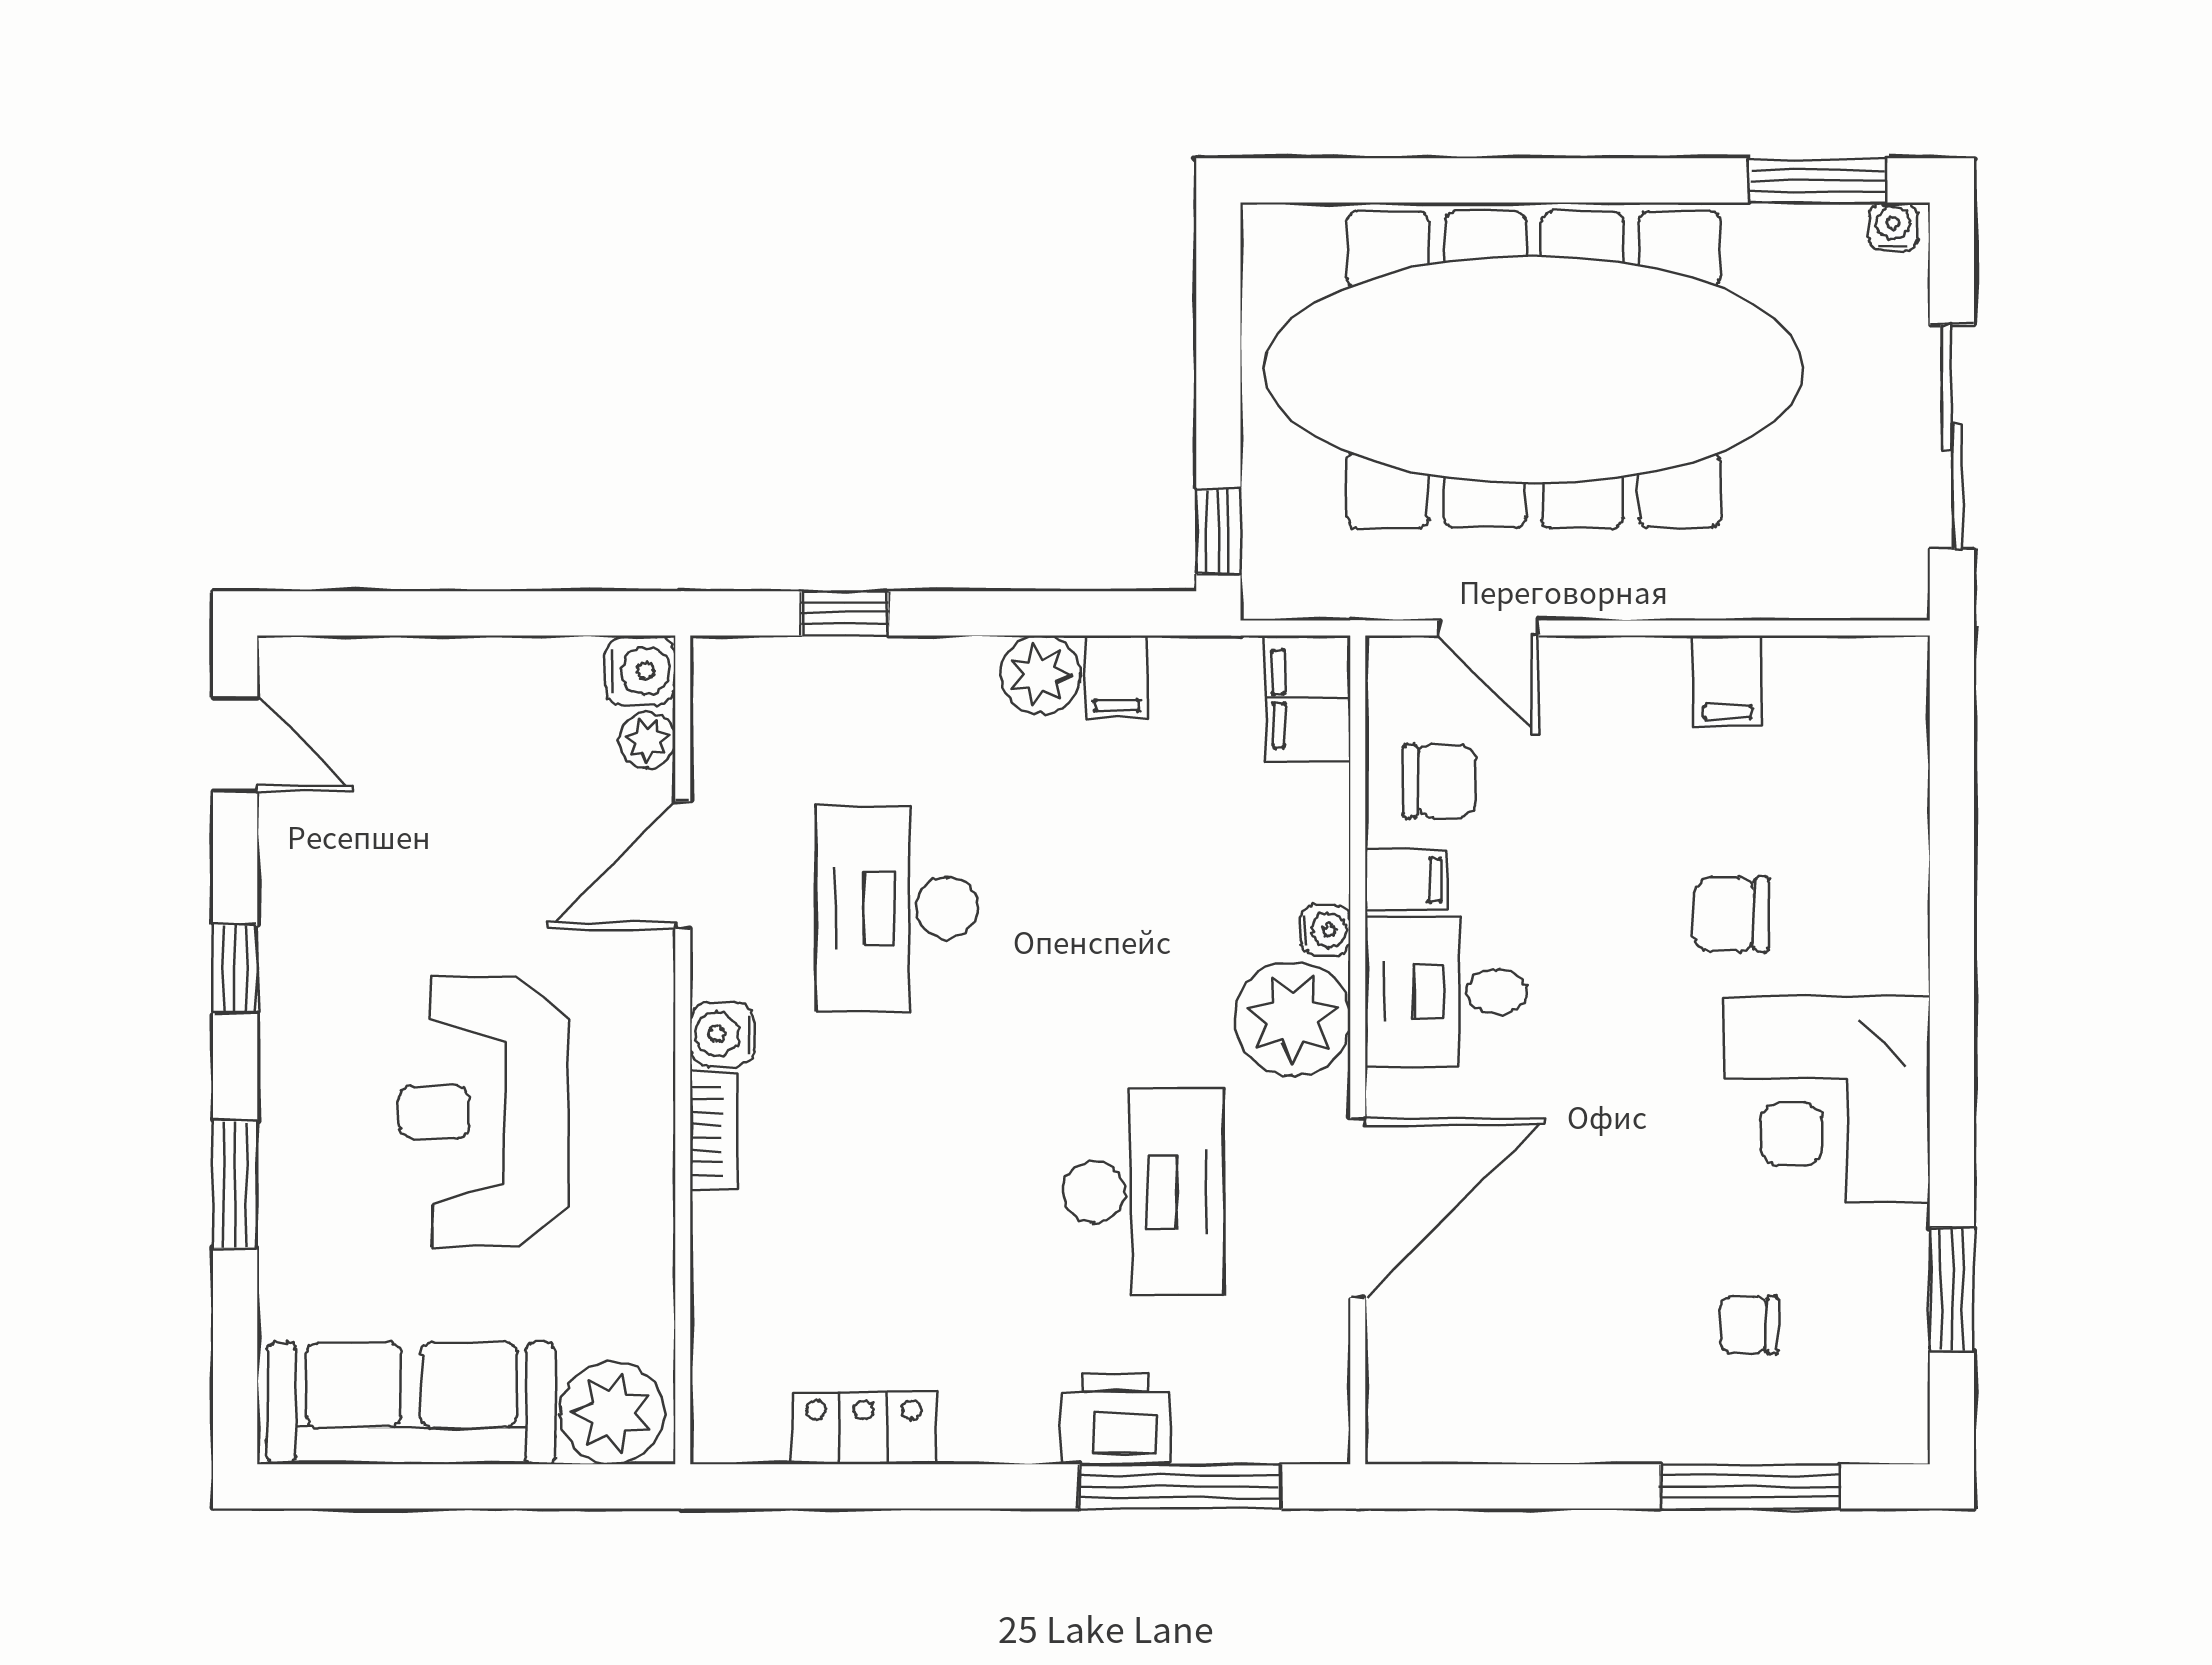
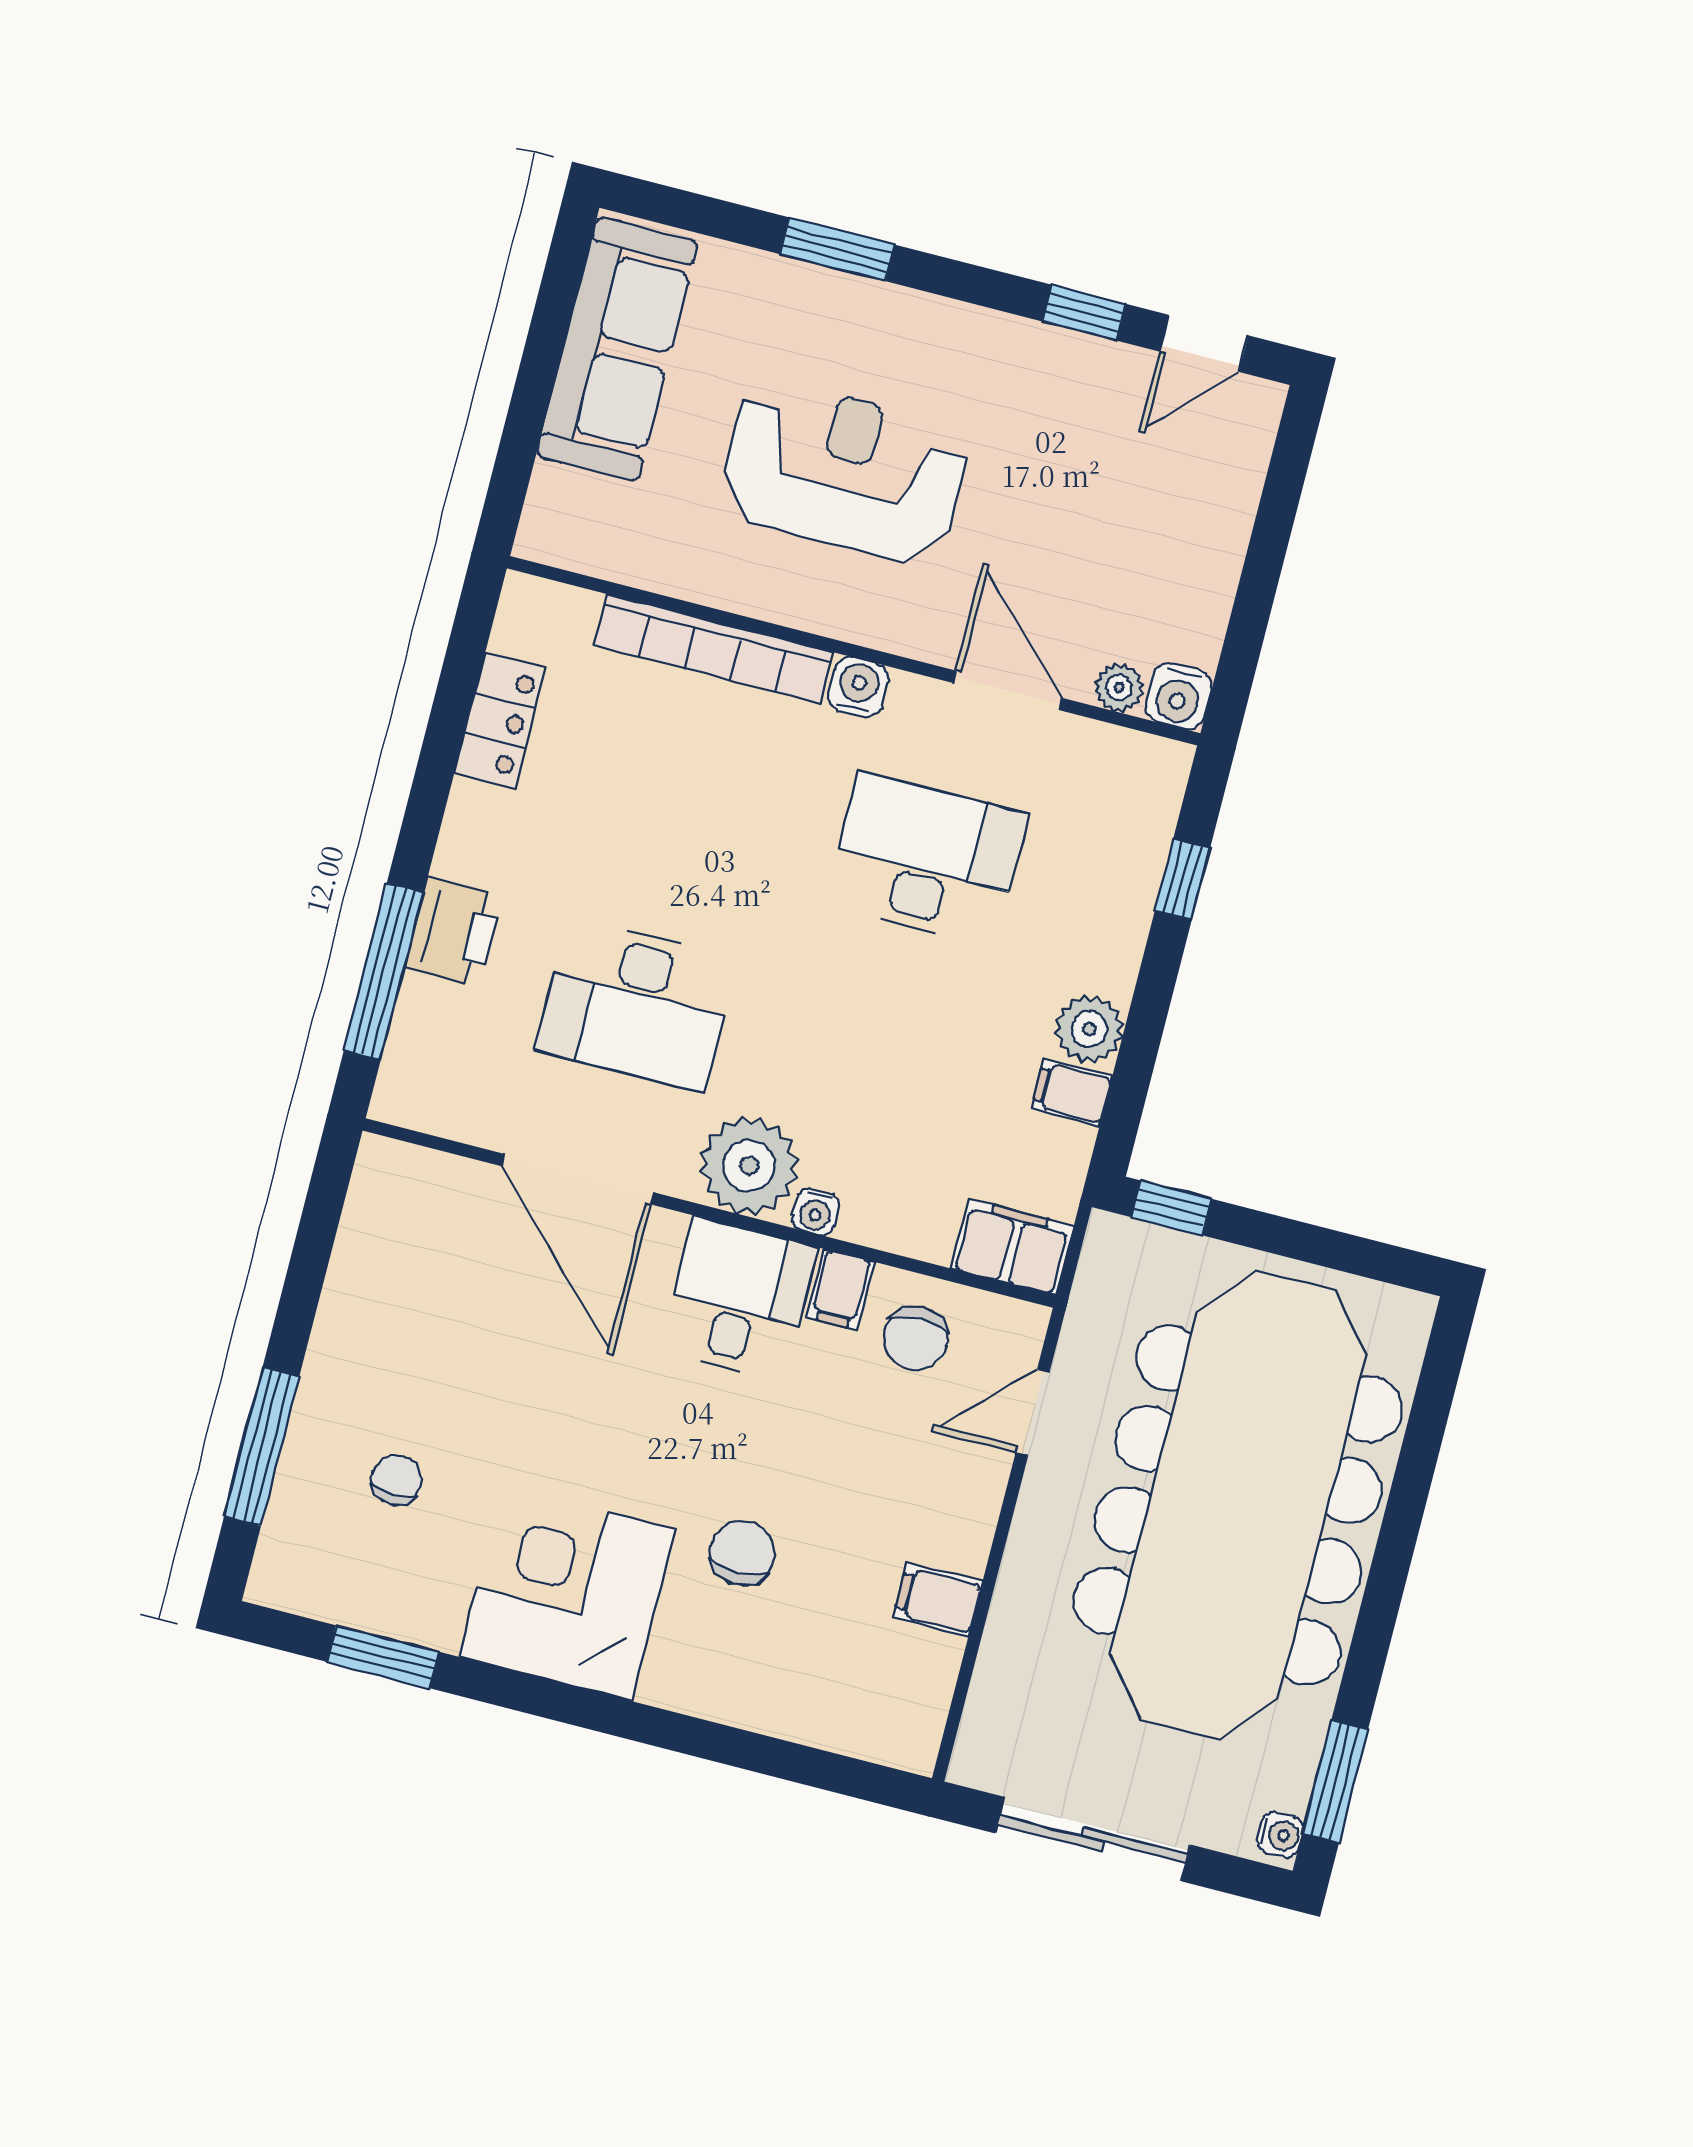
window: (235, 969) -> (1083, 313), moved
bookcase: (714, 1131) -> (714, 649), width x2.31, depth x1.31
plant: (612, 1413) -> (566, 514), removed

